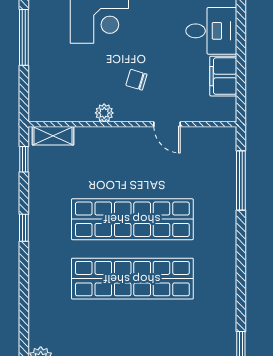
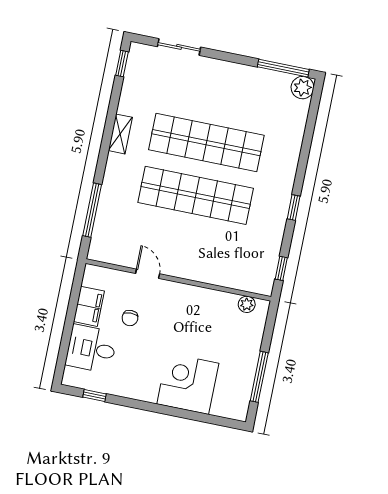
chair: (136, 80) -> (130, 318), moved, turned 73
plant: (104, 113) -> (247, 304), moved
shelving: (53, 136) -> (120, 134), moved, turned 90

